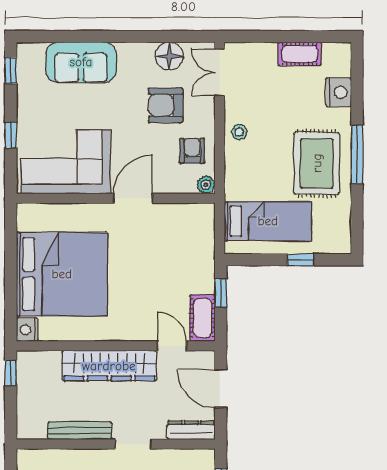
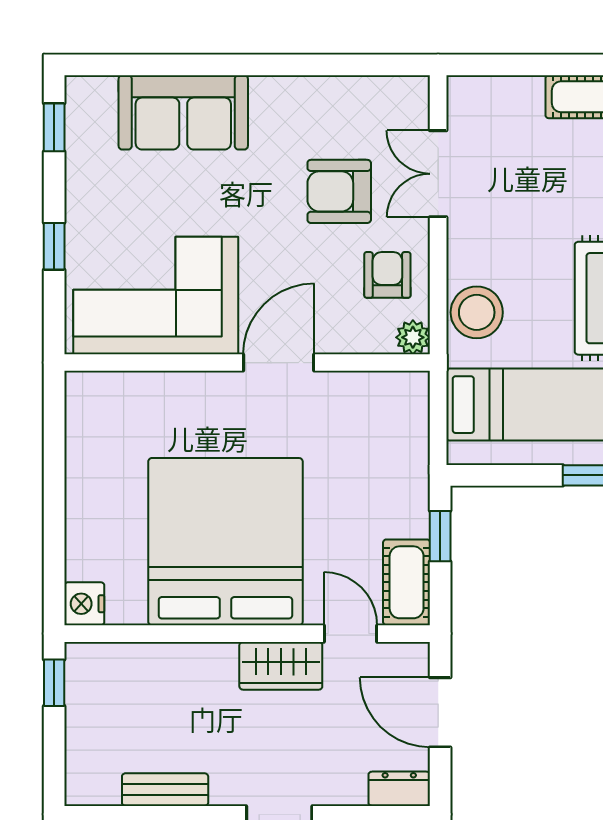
floor lamp: (169, 56) -> (346, 101), removed
double door: (220, 72) -> (438, 174), moved
stool: (239, 132) -> (477, 312), moved, width x1.89, depth x1.89
bed: (62, 274) -> (225, 542), moved, turned -90
wardrobe: (109, 366) -> (281, 666), width x0.48, depth x0.85
dresser: (191, 430) -> (399, 789), width x0.70
bench: (80, 431) -> (165, 790), width x0.73

